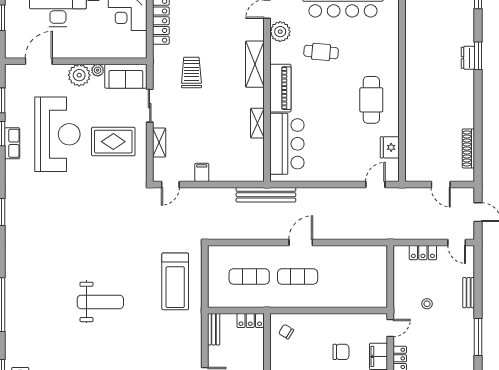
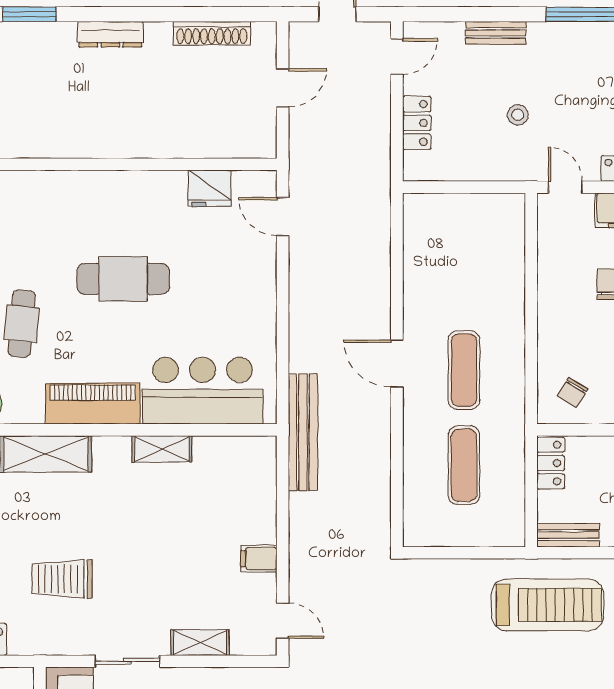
dresser: (468, 58) -> (110, 34), moved, width x1.44
cafe table: (371, 100) -> (123, 279), moved
treadmill: (175, 281) -> (548, 605), moved

